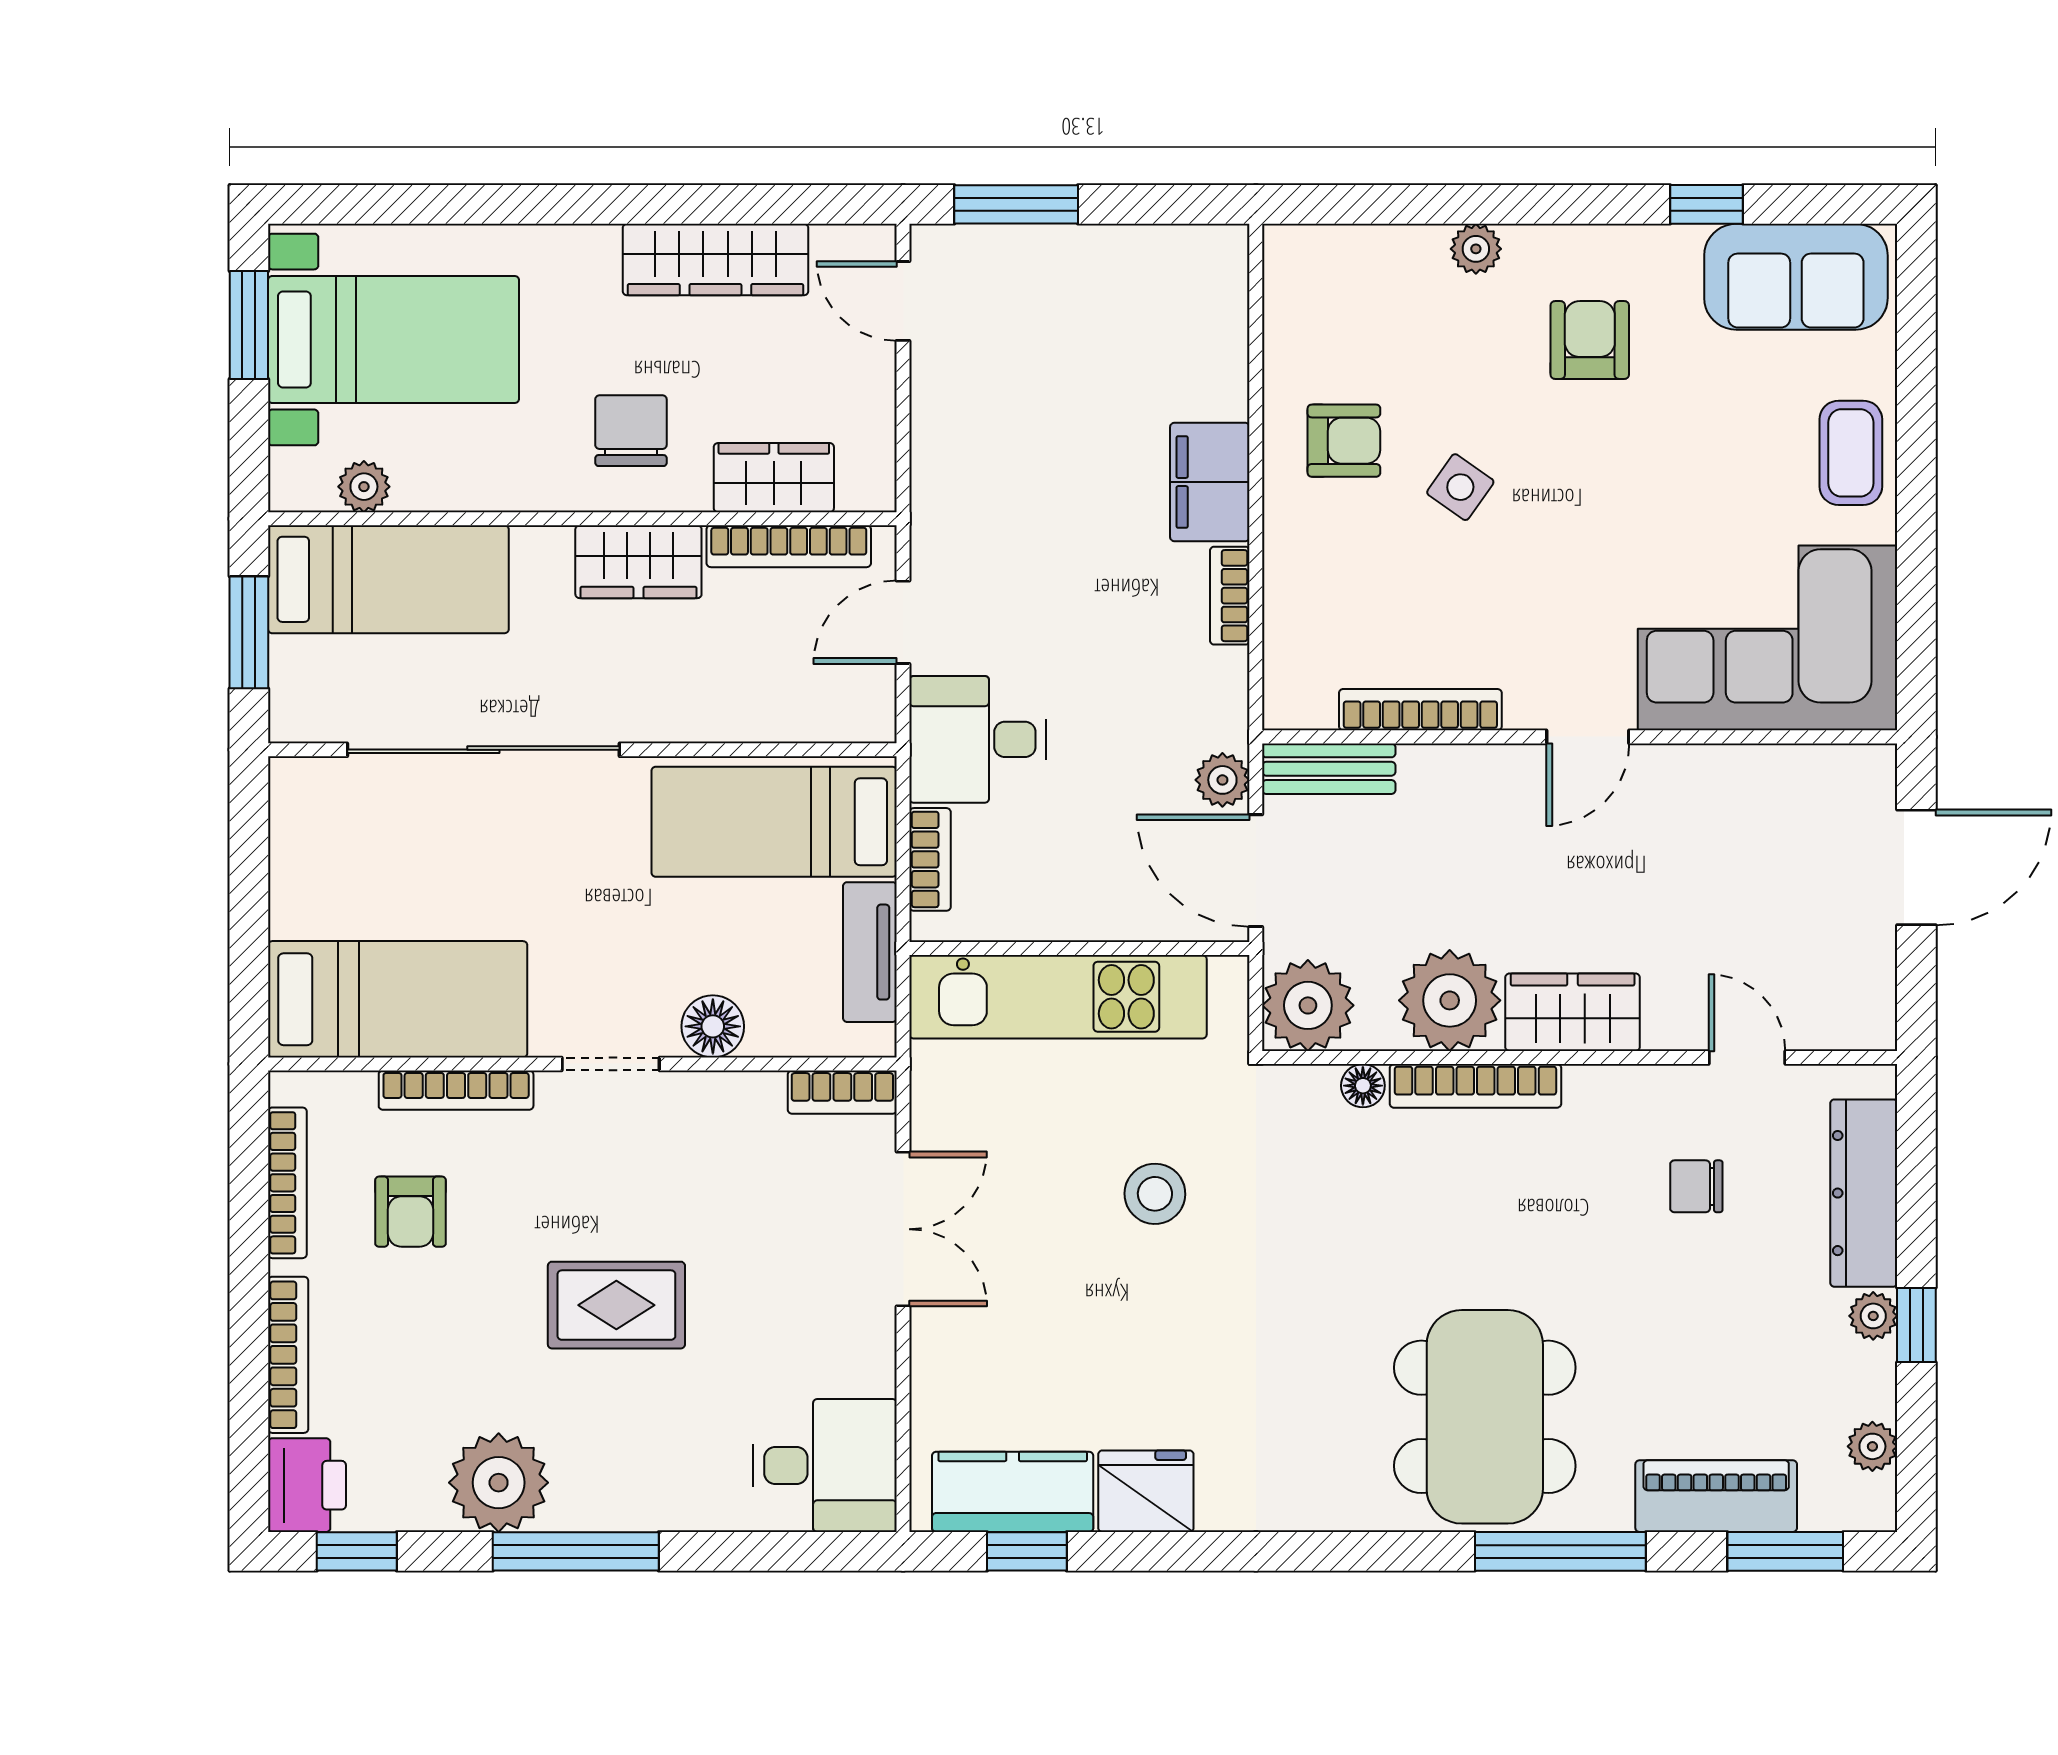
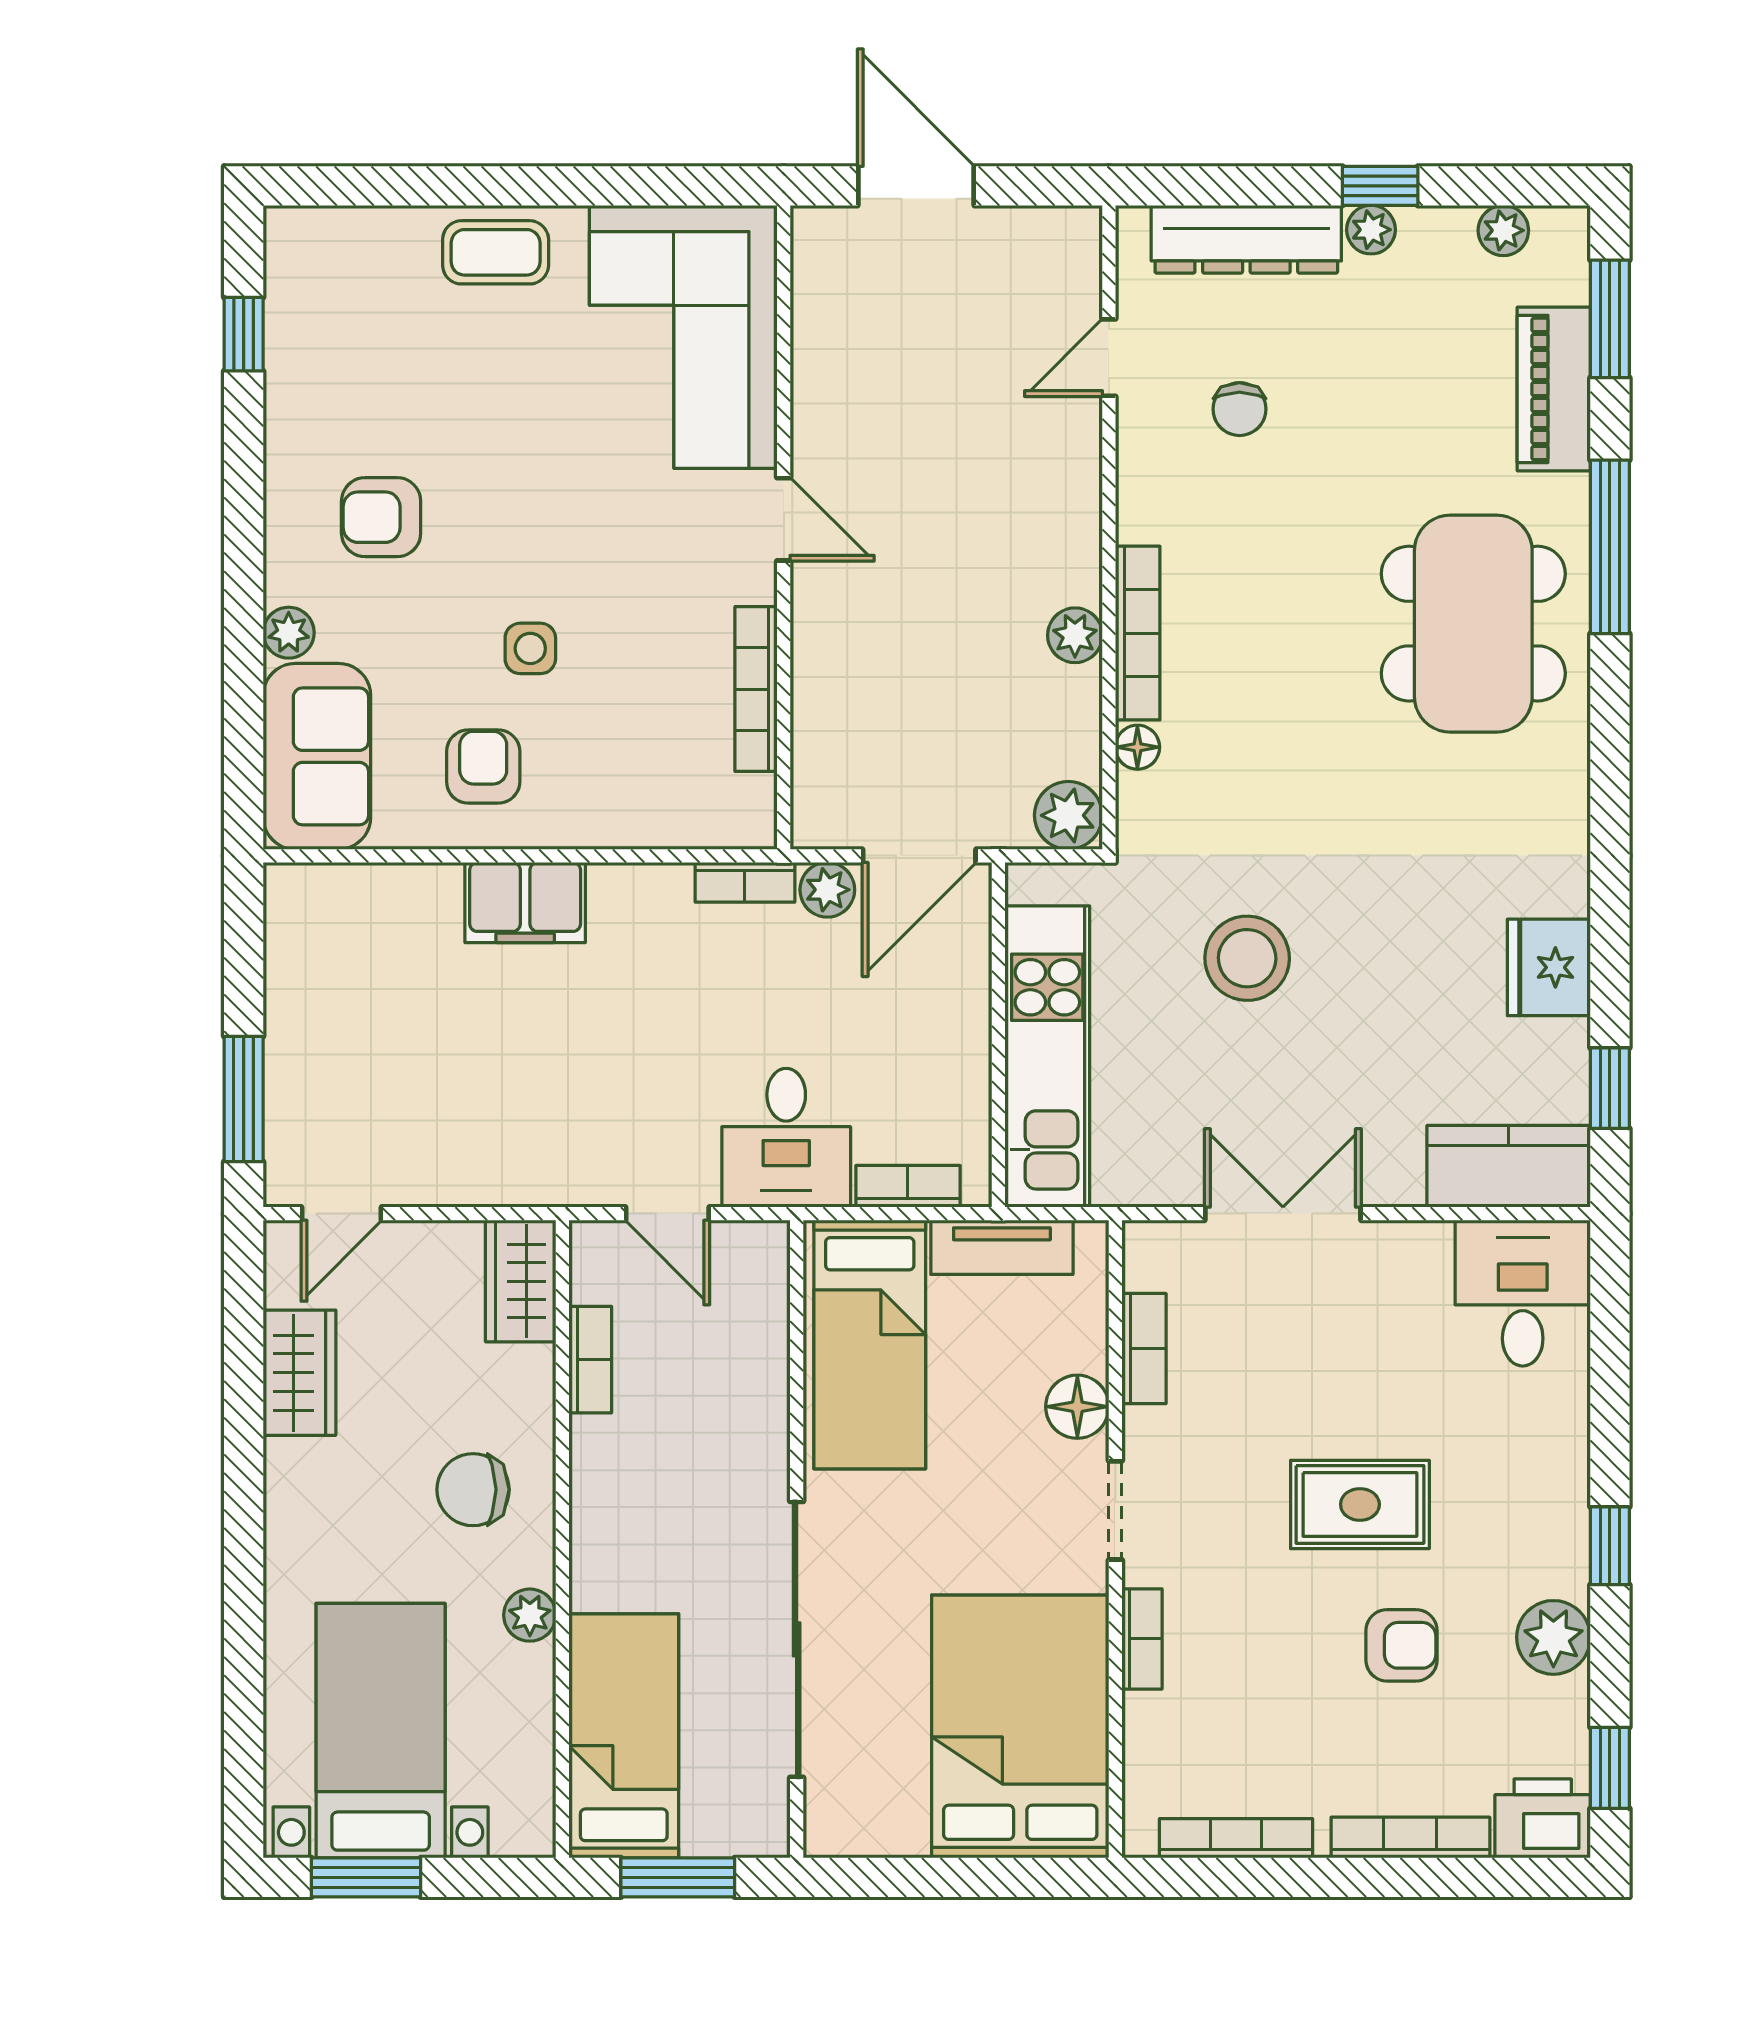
window: (1706, 204) -> (244, 334), moved
wardrobe: (715, 260) -> (299, 1373), width x0.67
sofa: (1796, 277) -> (317, 756), moved
wardrobe: (774, 478) -> (521, 1281), moved
plant: (364, 487) -> (530, 1615), moved
side table: (1460, 487) -> (530, 648), turned -35
bookcase: (789, 546) -> (590, 1360), width x0.64
wardrobe: (638, 562) -> (606, 1482), removed
bookcase: (1230, 596) -> (745, 882), moved
bench: (1329, 769) -> (816, 782), removed
bed: (398, 999) -> (1020, 1726), width x1.50
plant: (1450, 1000) -> (1075, 635), width x0.53, depth x0.53
plant: (1308, 1005) -> (1068, 815), width x0.73, depth x0.73
wardrobe: (1573, 1012) -> (1063, 535), removed
bookcase: (456, 1090) -> (1142, 1639), width x0.64
bookcase: (842, 1092) -> (1144, 1349), moved
stool: (1155, 1194) -> (1247, 958), width x1.38, depth x1.38
armchair: (411, 1212) -> (1402, 1645), moved
rug: (616, 1305) -> (1360, 1504), turned 90
dining table: (1485, 1417) -> (1473, 624), turned 90
plant: (499, 1483) -> (1553, 1637), width x0.73, depth x0.73
kitchen counter: (1013, 1492) -> (1509, 1166), moved, turned 90
window: (576, 1551) -> (1610, 1546), width x0.46

